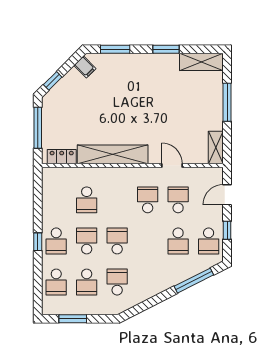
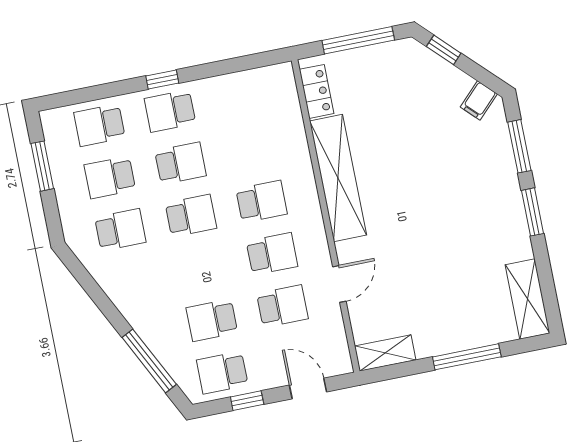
window: (166, 49) -> (532, 212), moved
school desk: (87, 200) -> (262, 202), moved, turned 180

